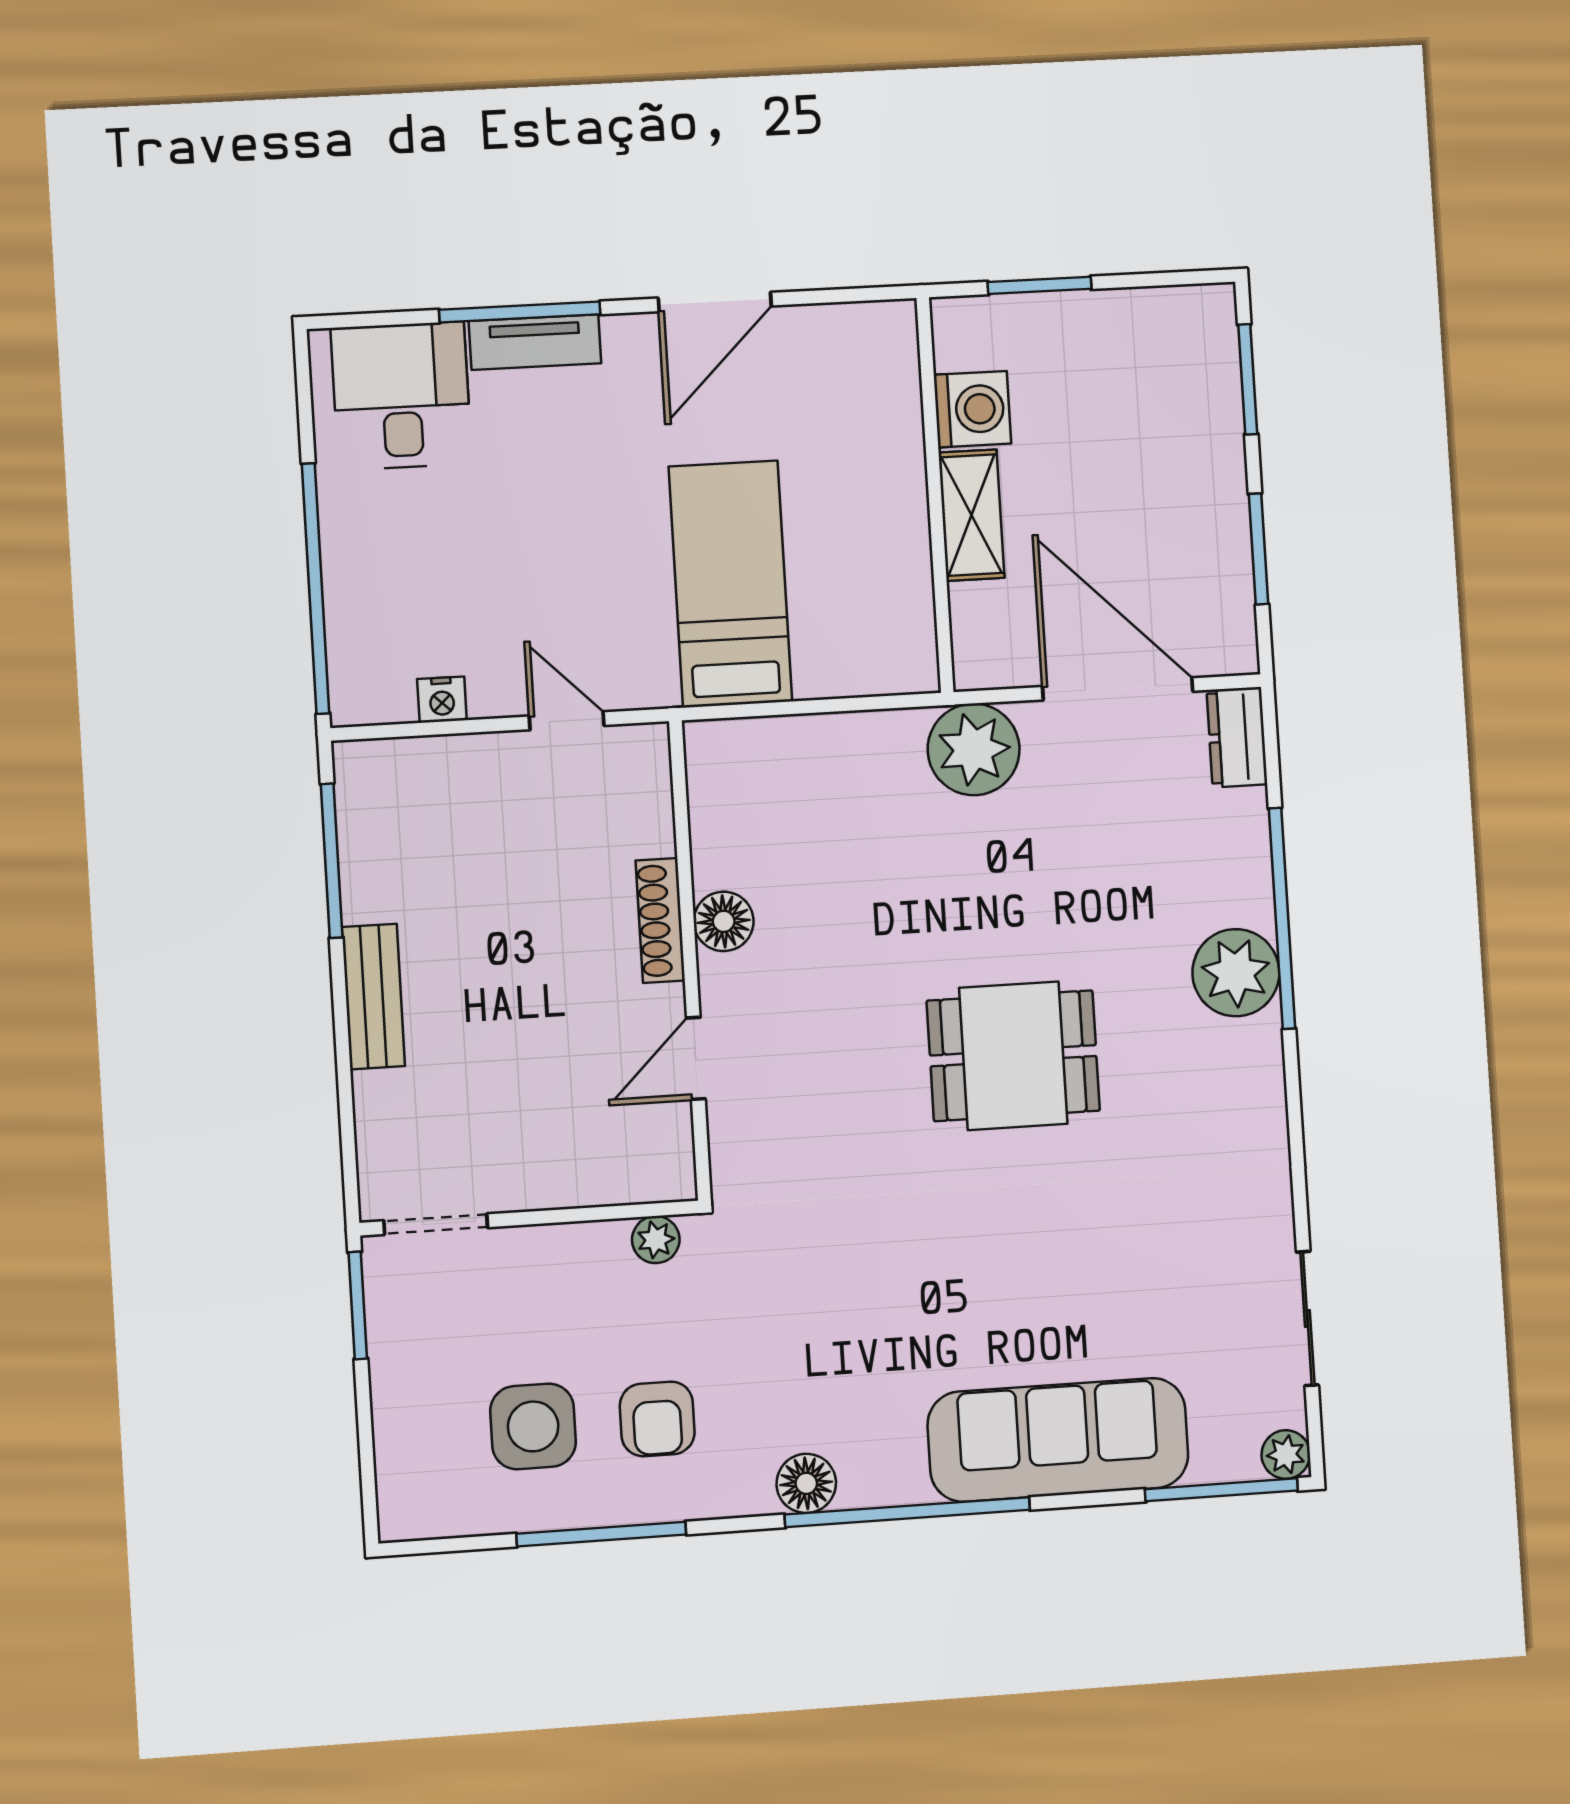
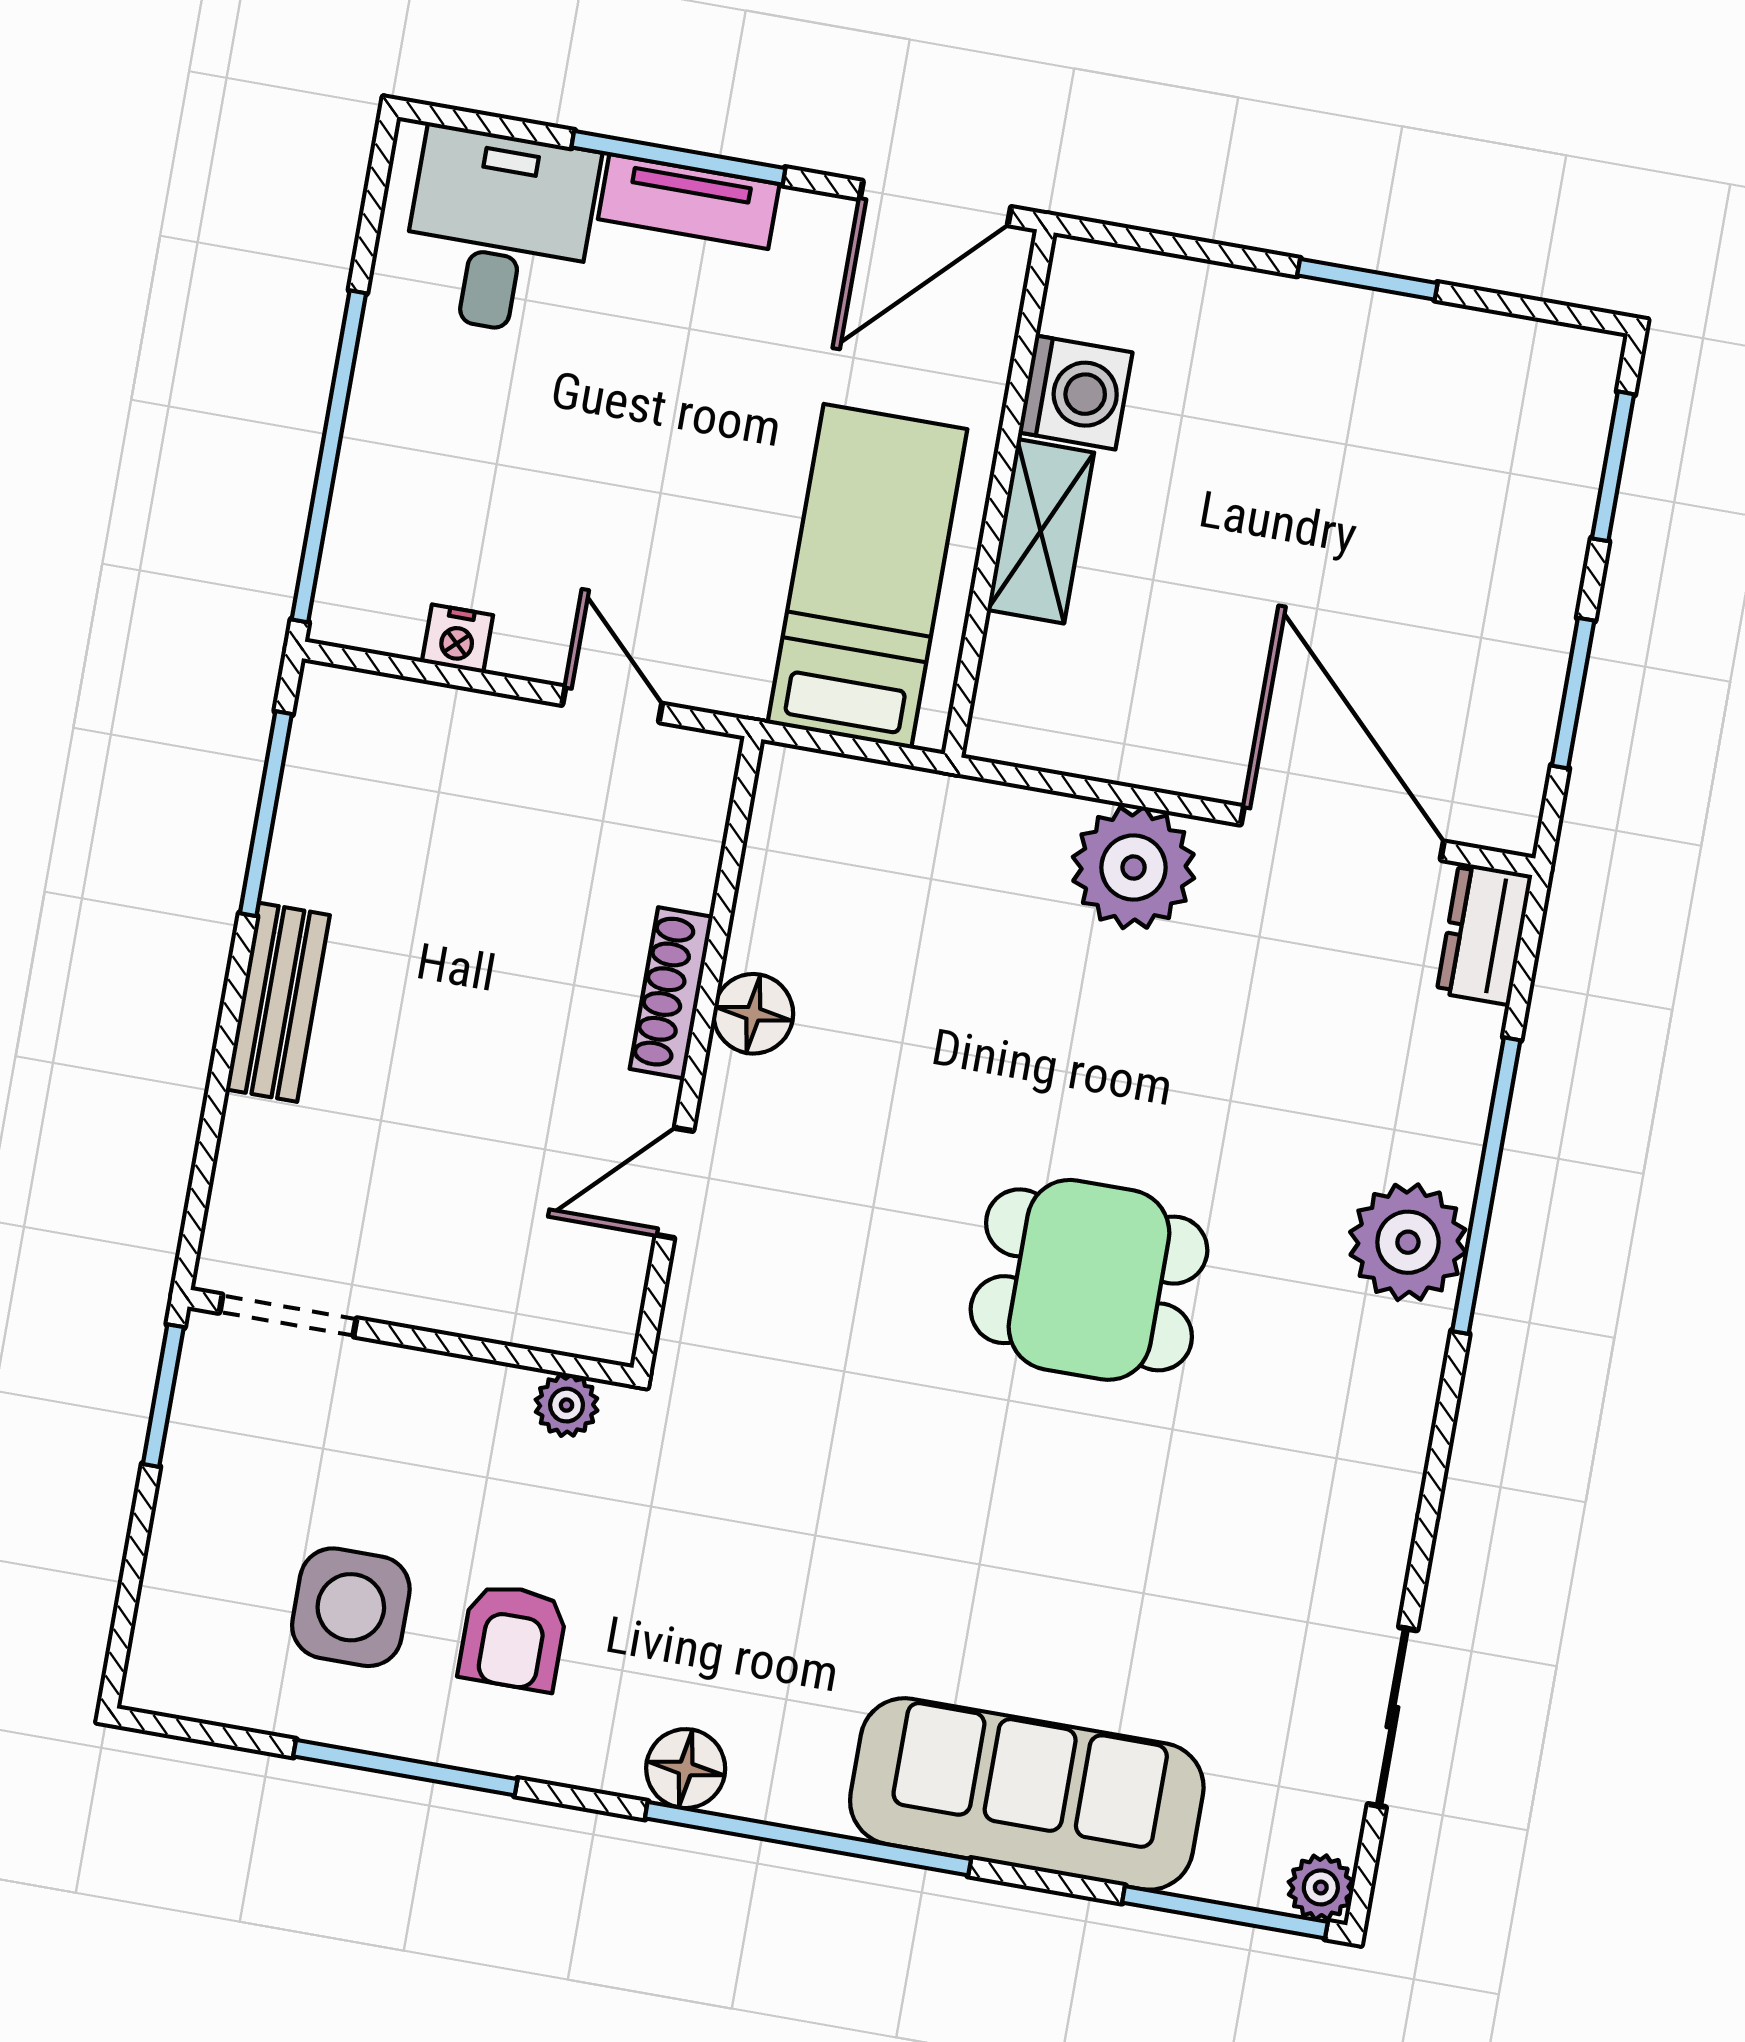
washing machine: (972, 409) -> (1075, 392), moved
wall: (935, 495) -> (999, 493), moved
shelving: (971, 515) -> (1041, 531), moved

